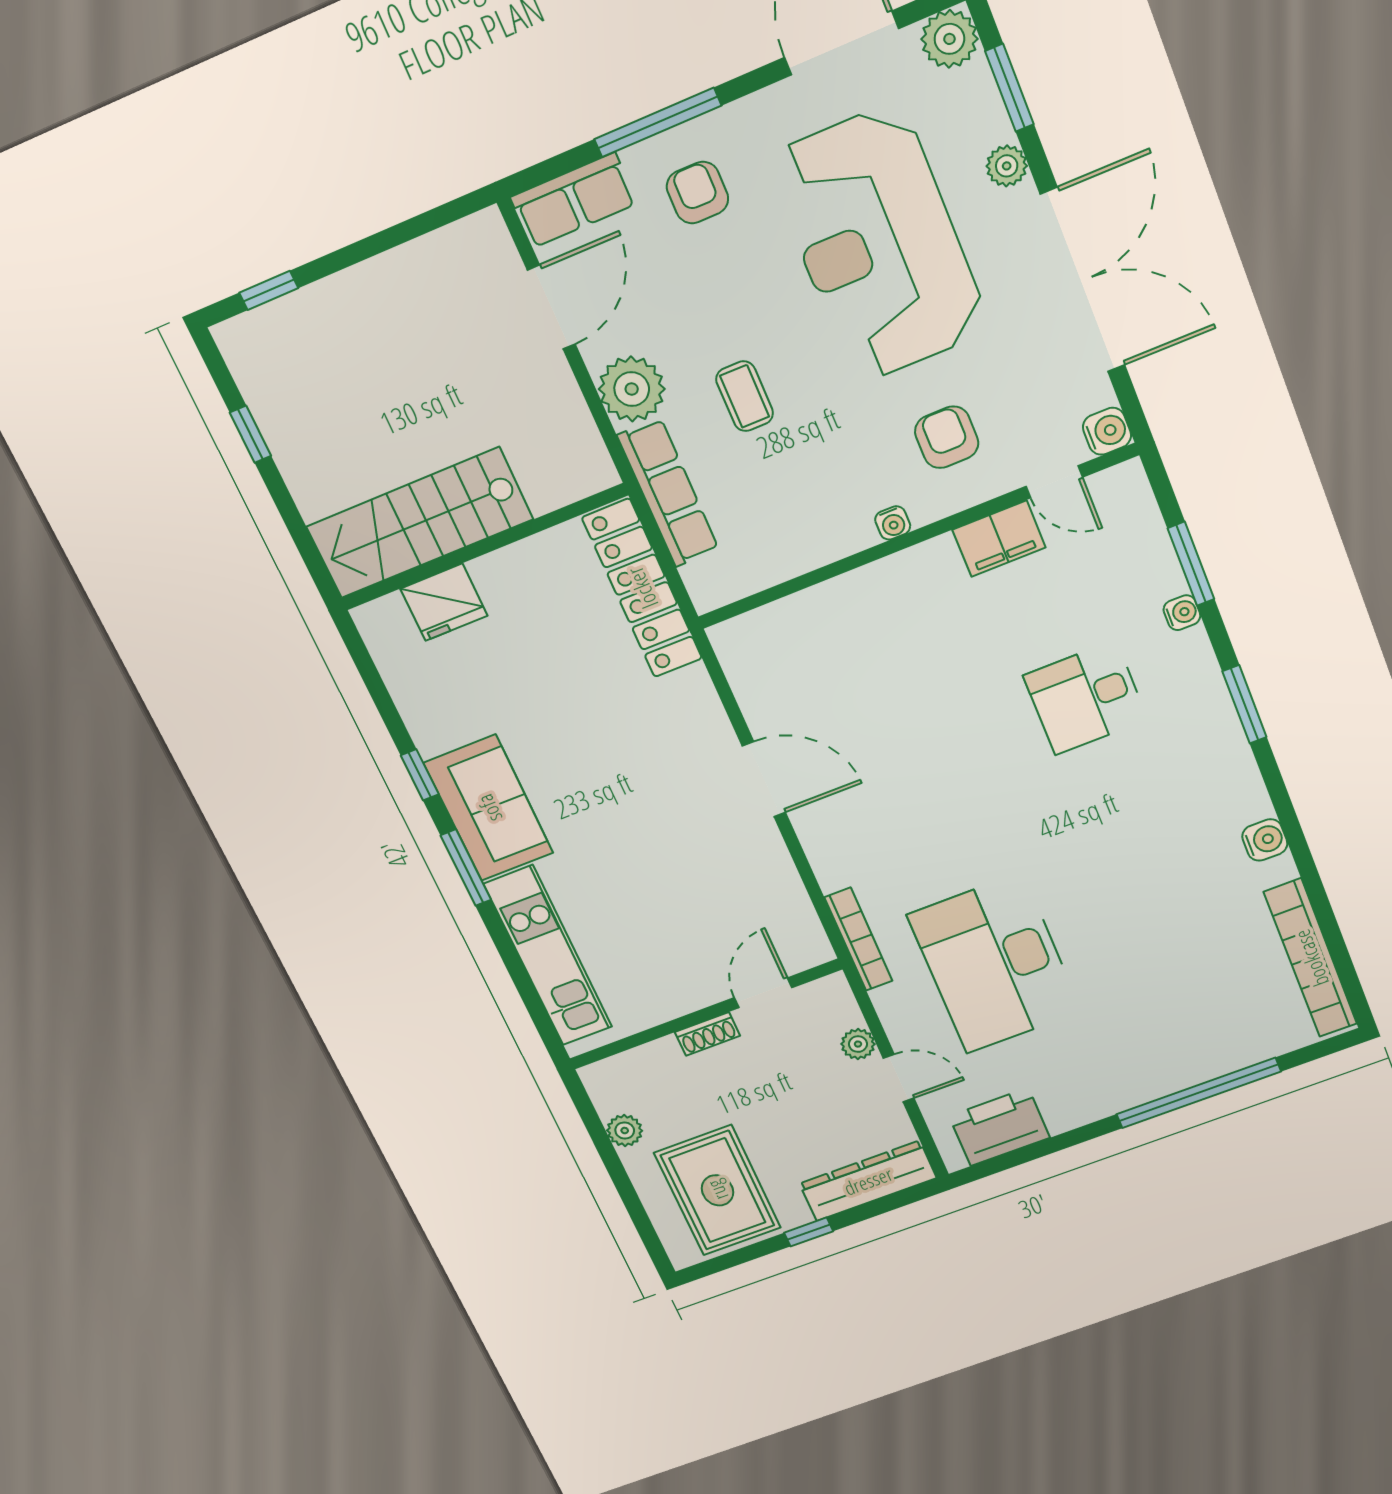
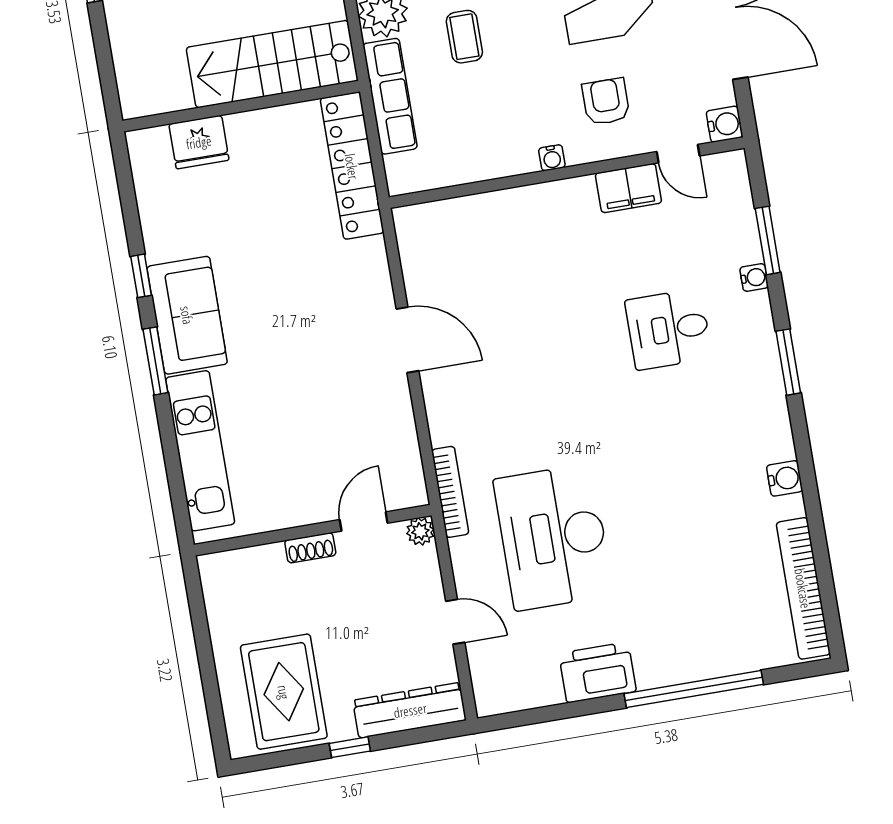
stairs: (420, 523) -> (272, 64), moved
plant: (858, 1044) -> (420, 531), moved
printer: (999, 1127) -> (598, 672), moved
plant: (625, 1131) -> (221, 620), removed

